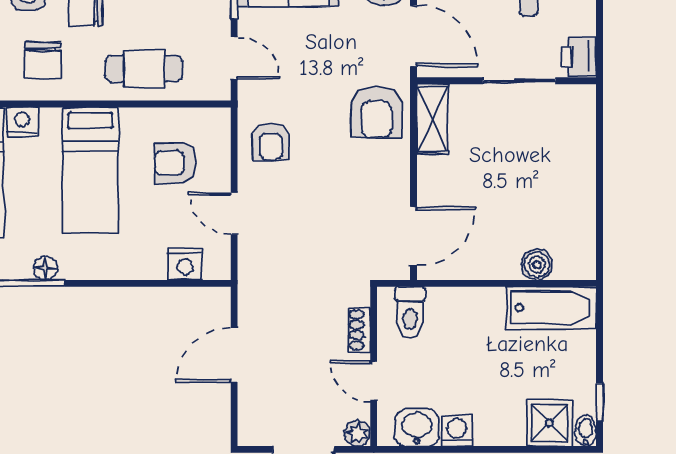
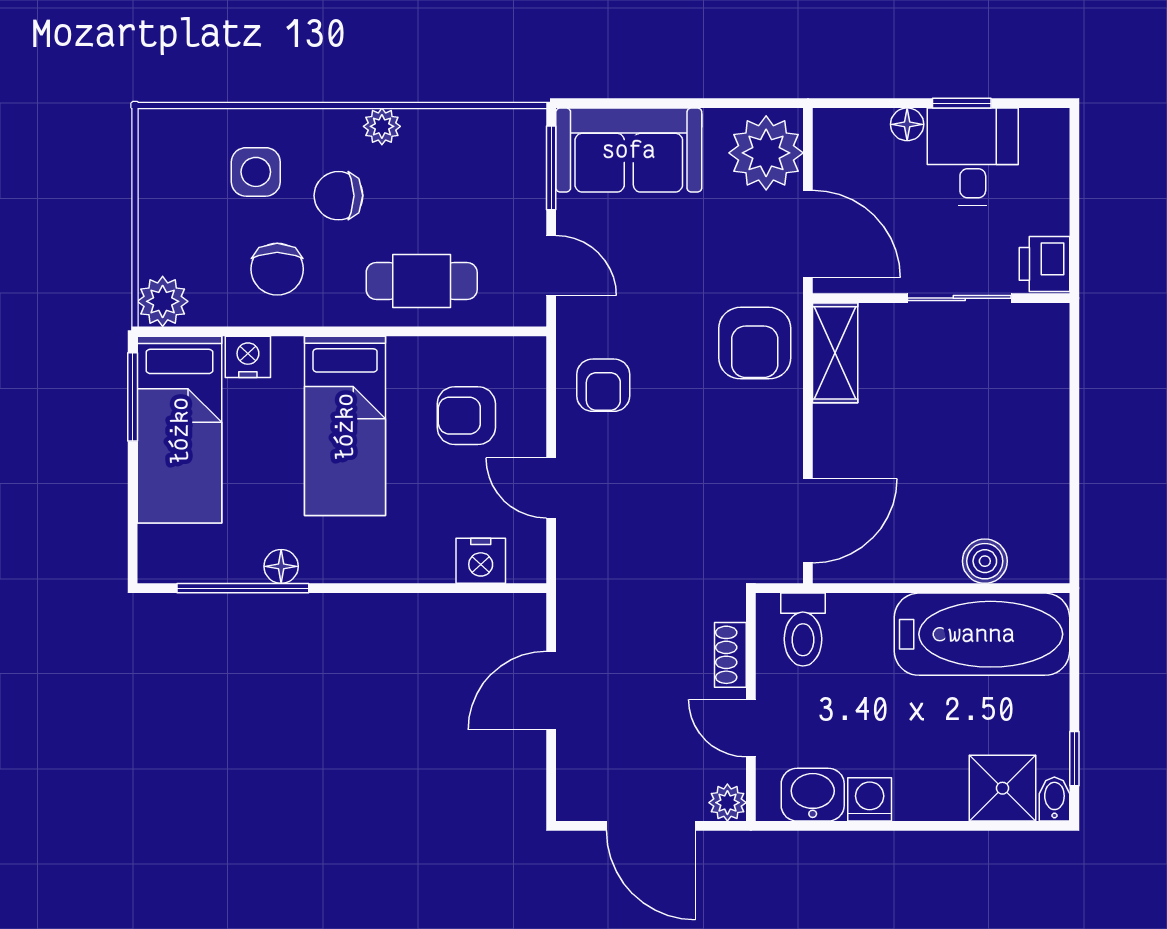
bathtub: (551, 308) -> (982, 634), width x1.36, depth x1.36

